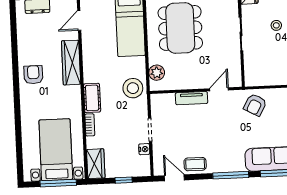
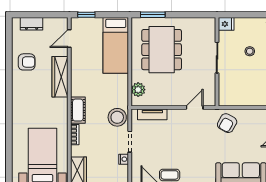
armchair: (33, 75) -> (27, 62), moved, turned 90
stool: (133, 88) -> (117, 117), moved
tv unit: (192, 98) -> (152, 114), moved

